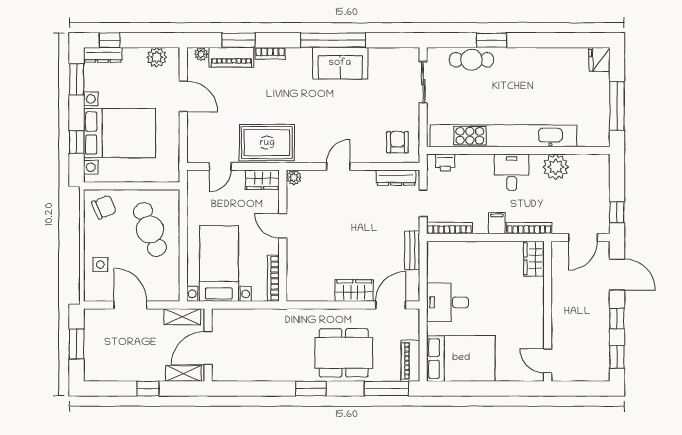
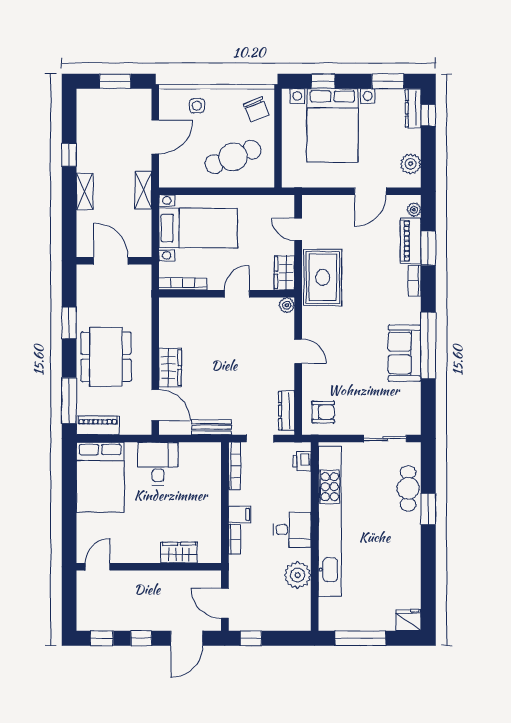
bookcase: (529, 228) -> (235, 539), width x0.64
wardrobe: (534, 259) -> (179, 553), moved
wall: (208, 345) -> (114, 261), moved
door: (208, 348) -> (111, 261), moved

